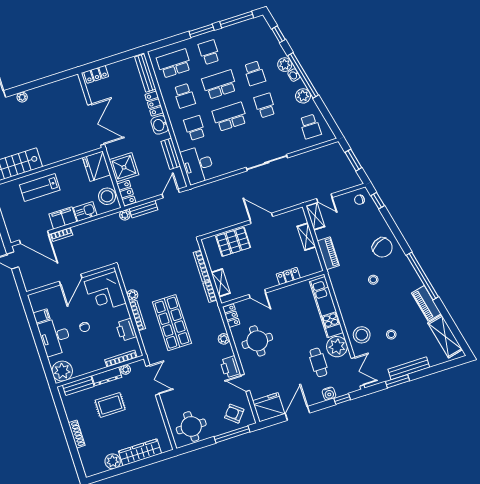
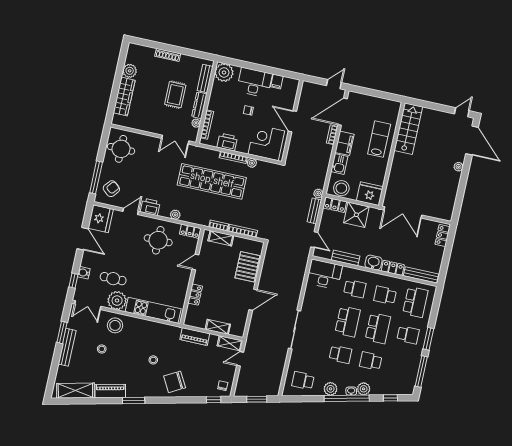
window: (422, 276) -> (134, 400), width x0.47
shop shelf: (172, 323) -> (212, 181), width x1.40

